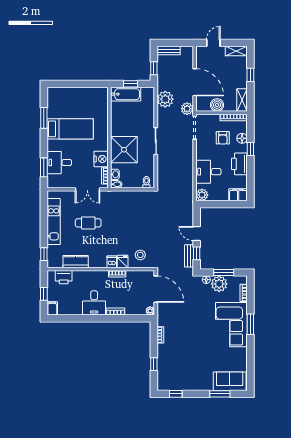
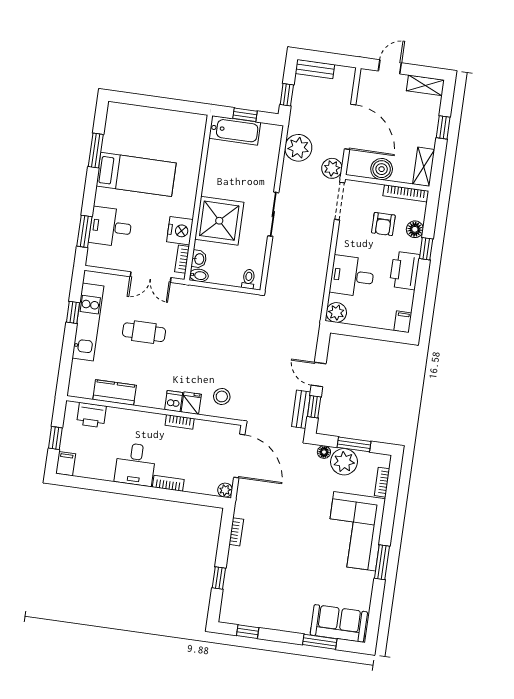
filing cabinet: (238, 195) -> (403, 322), width x0.50
window: (44, 254) -> (73, 312), moved
window: (250, 324) -> (382, 562), moved

